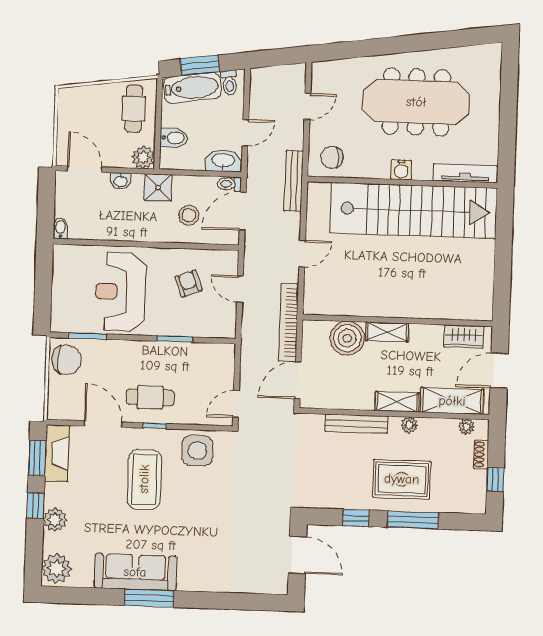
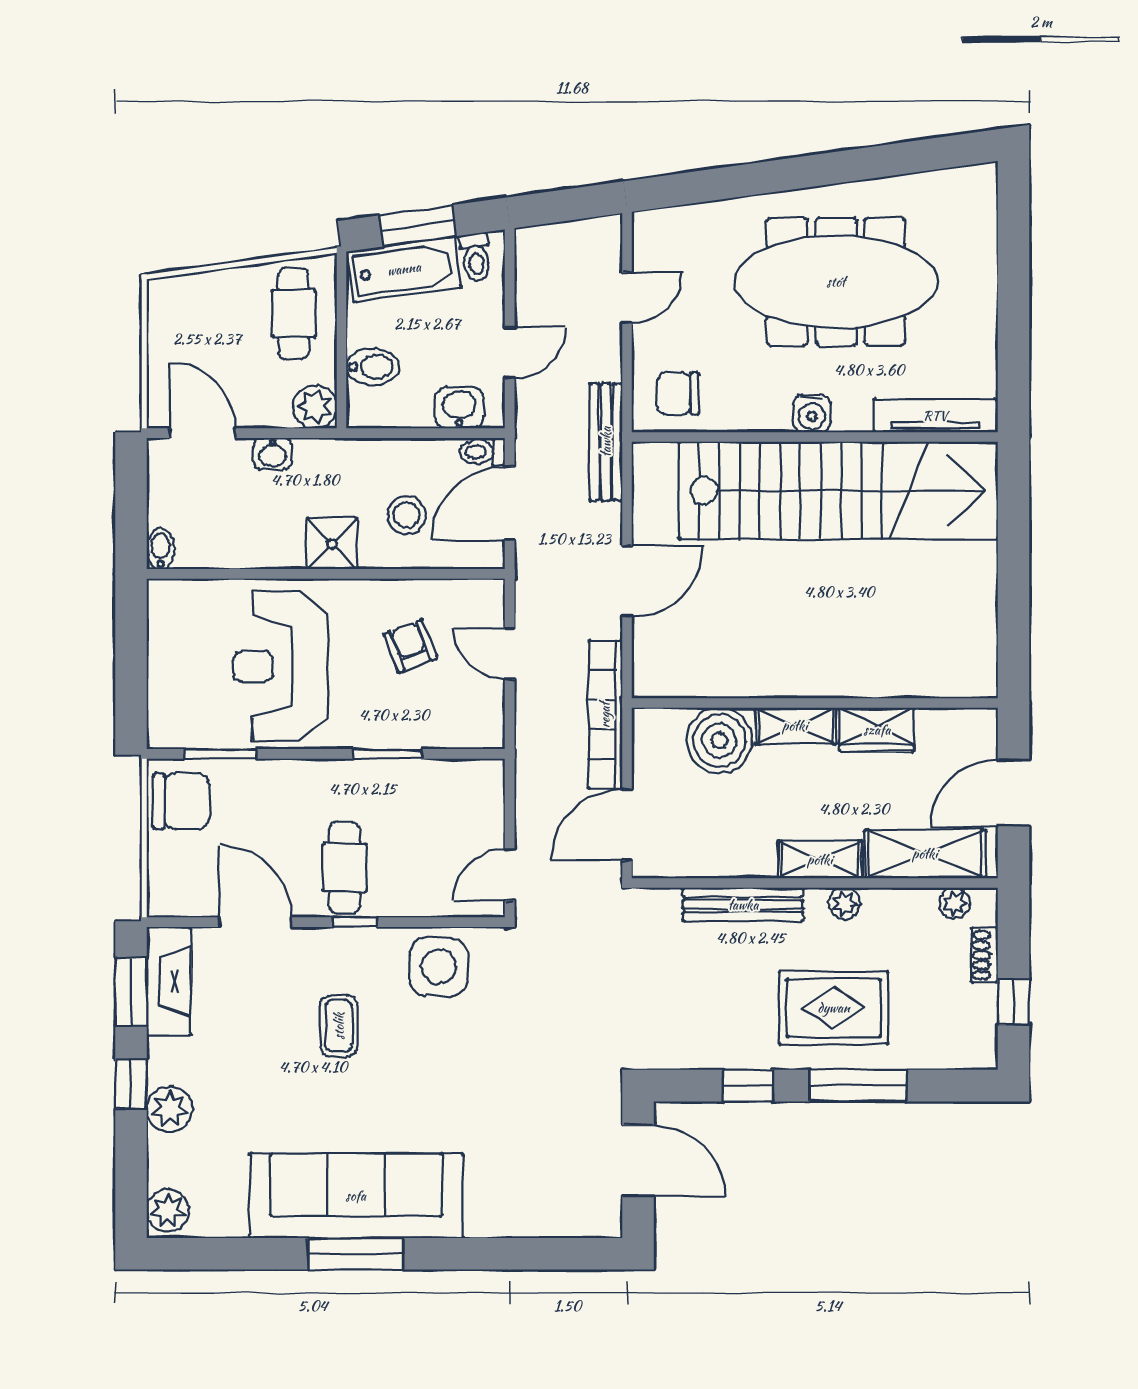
washbasin: (223, 161) -> (459, 408), width x0.72
shower: (158, 187) -> (332, 544), moved
door: (302, 254) -> (627, 581), width x1.38
wardrobe: (464, 337) -> (877, 730), moved
cafe table: (150, 397) -> (345, 868), turned 90
coffee table: (144, 479) -> (339, 1026), width x0.54, depth x0.58
plant: (56, 568) -> (168, 1211), width x0.73, depth x0.73
sofa: (135, 572) -> (356, 1196), width x1.36, depth x1.27

